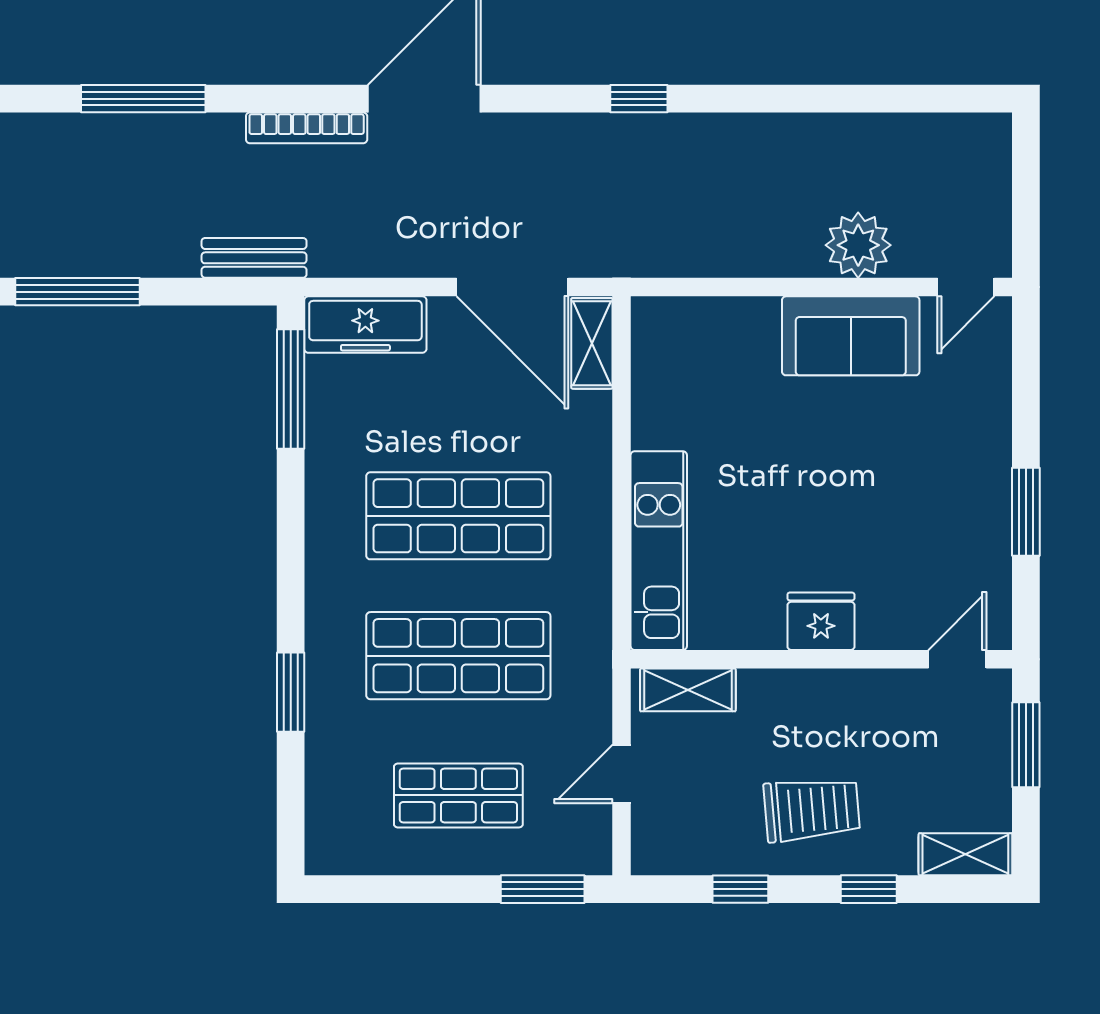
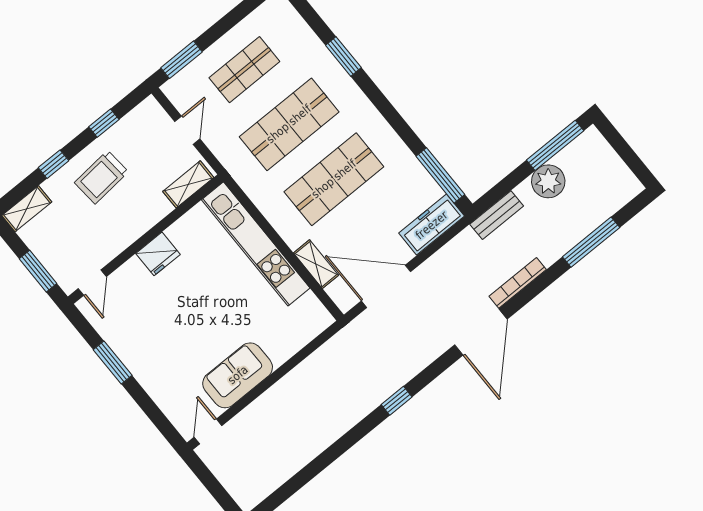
plant: (858, 245) -> (548, 181), moved
shelving: (592, 343) -> (316, 264), moved
kitchen unit: (659, 551) -> (256, 244), width x1.36

